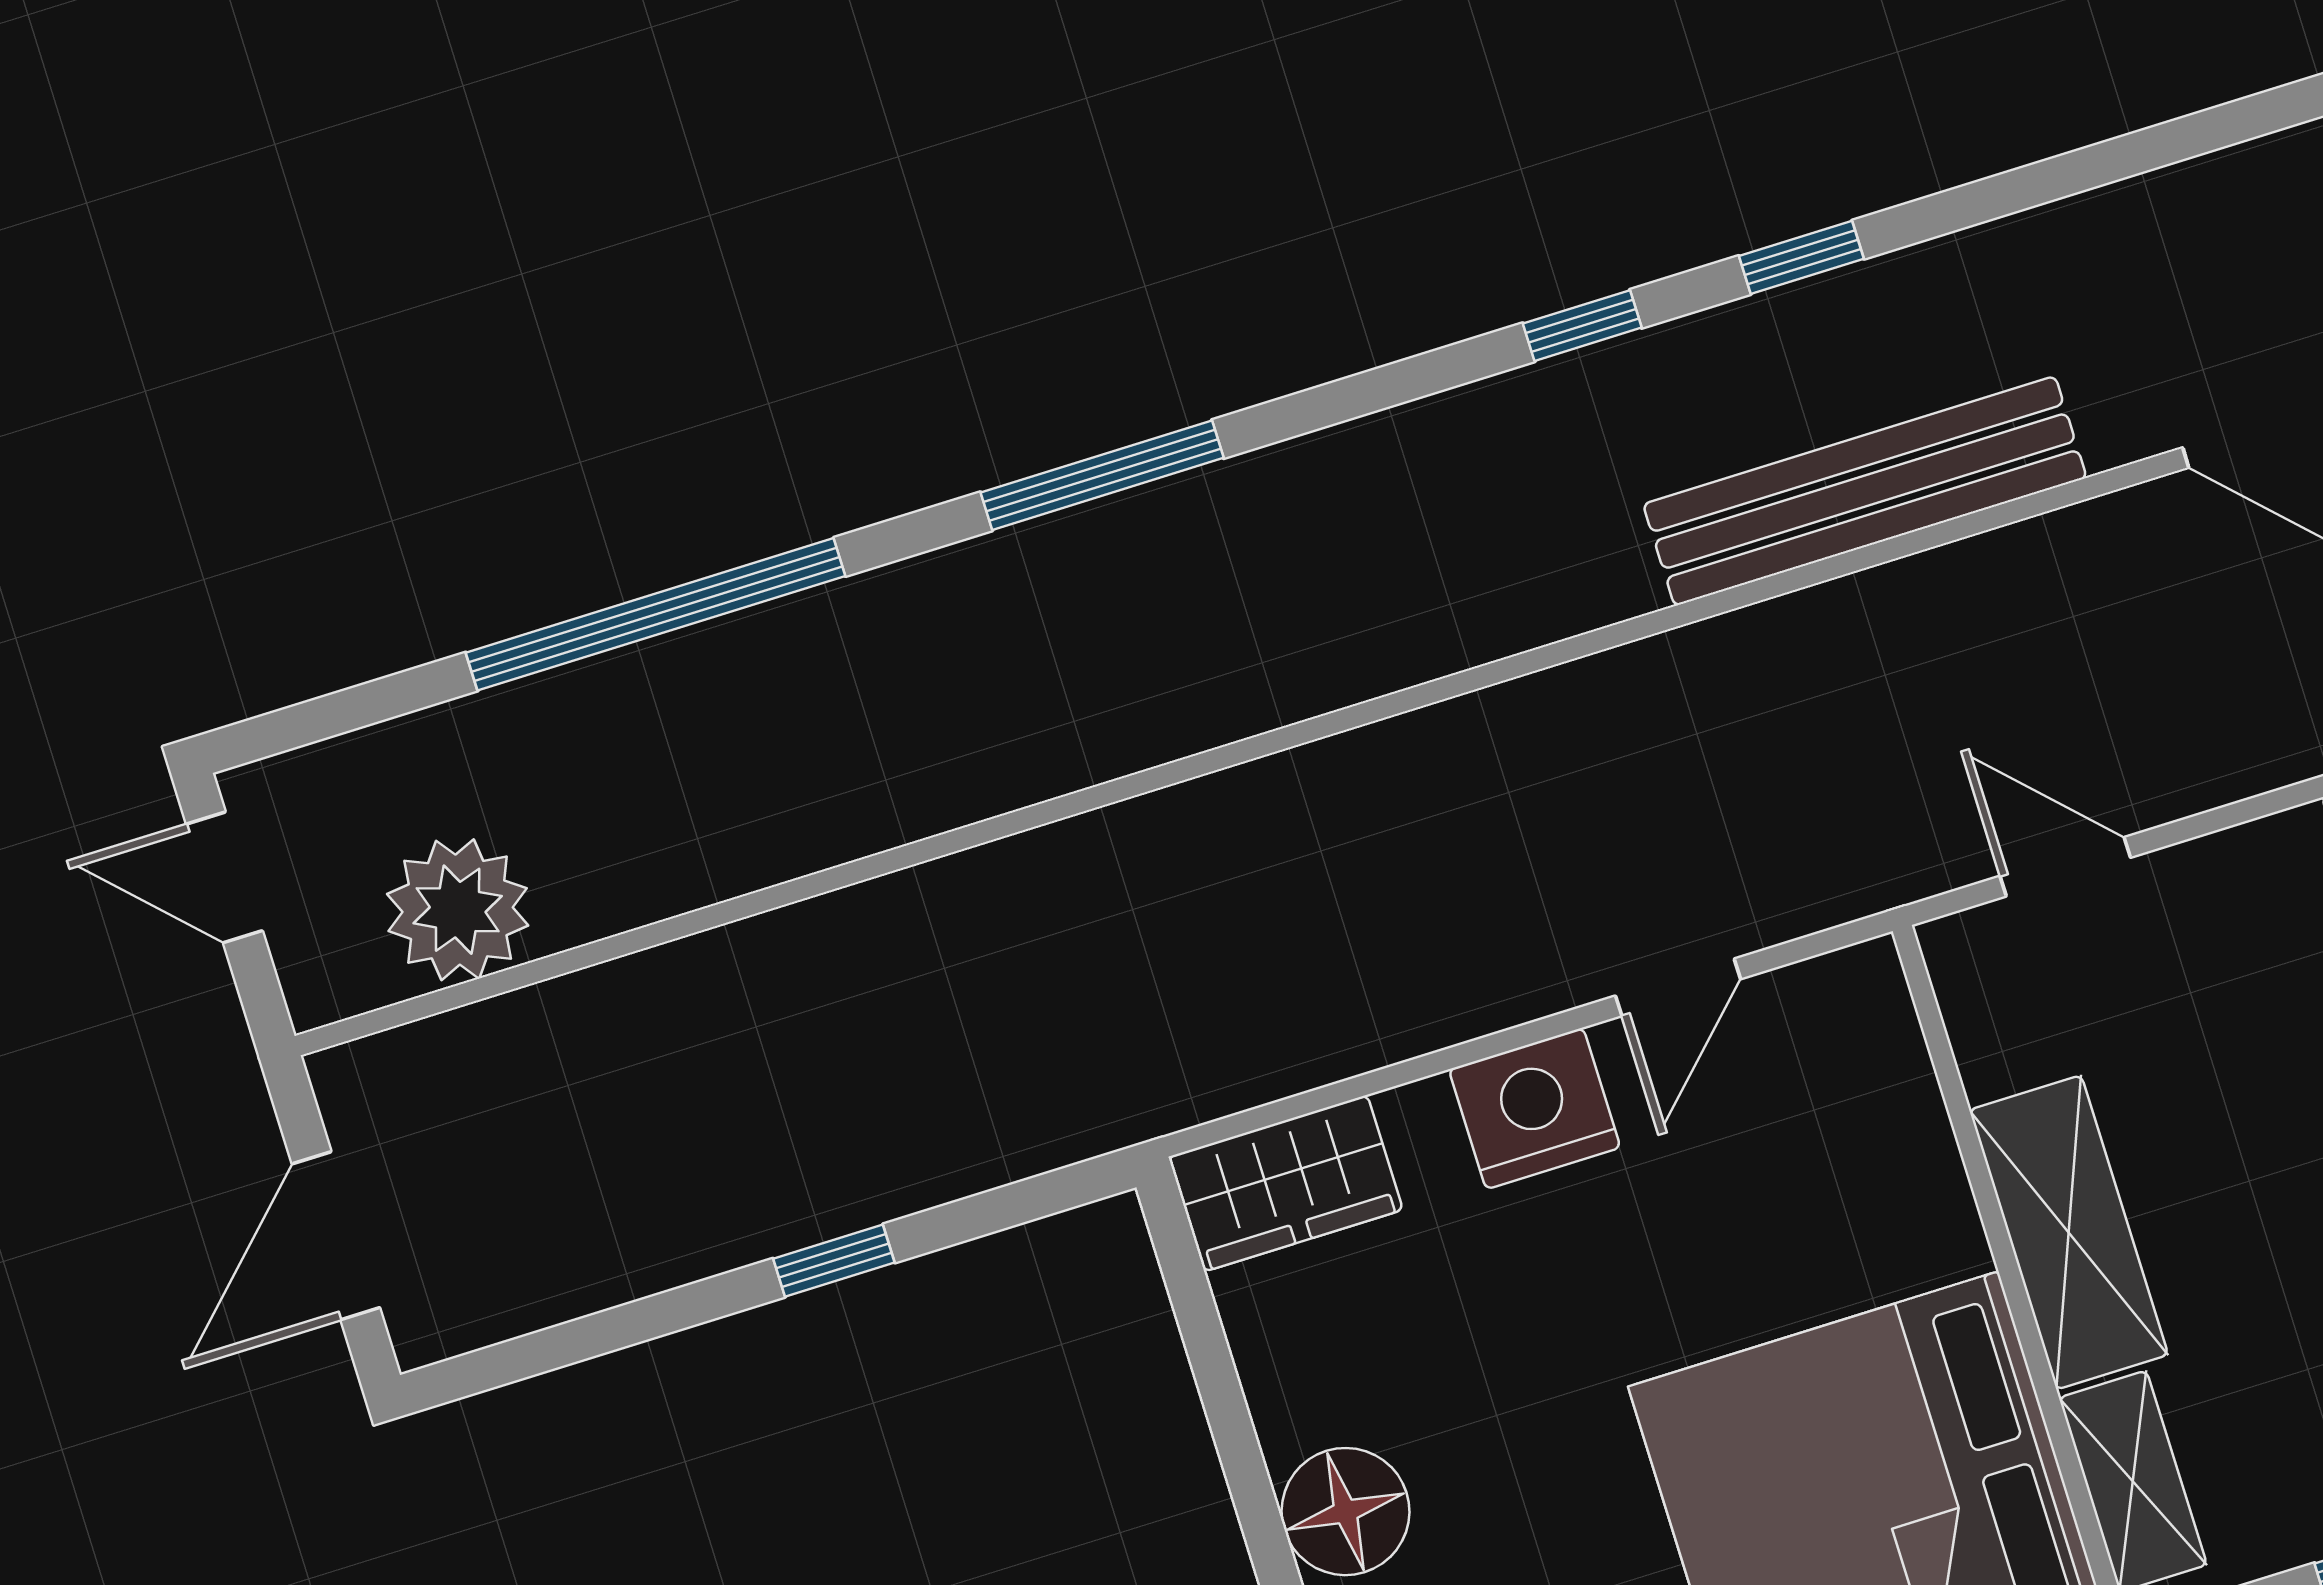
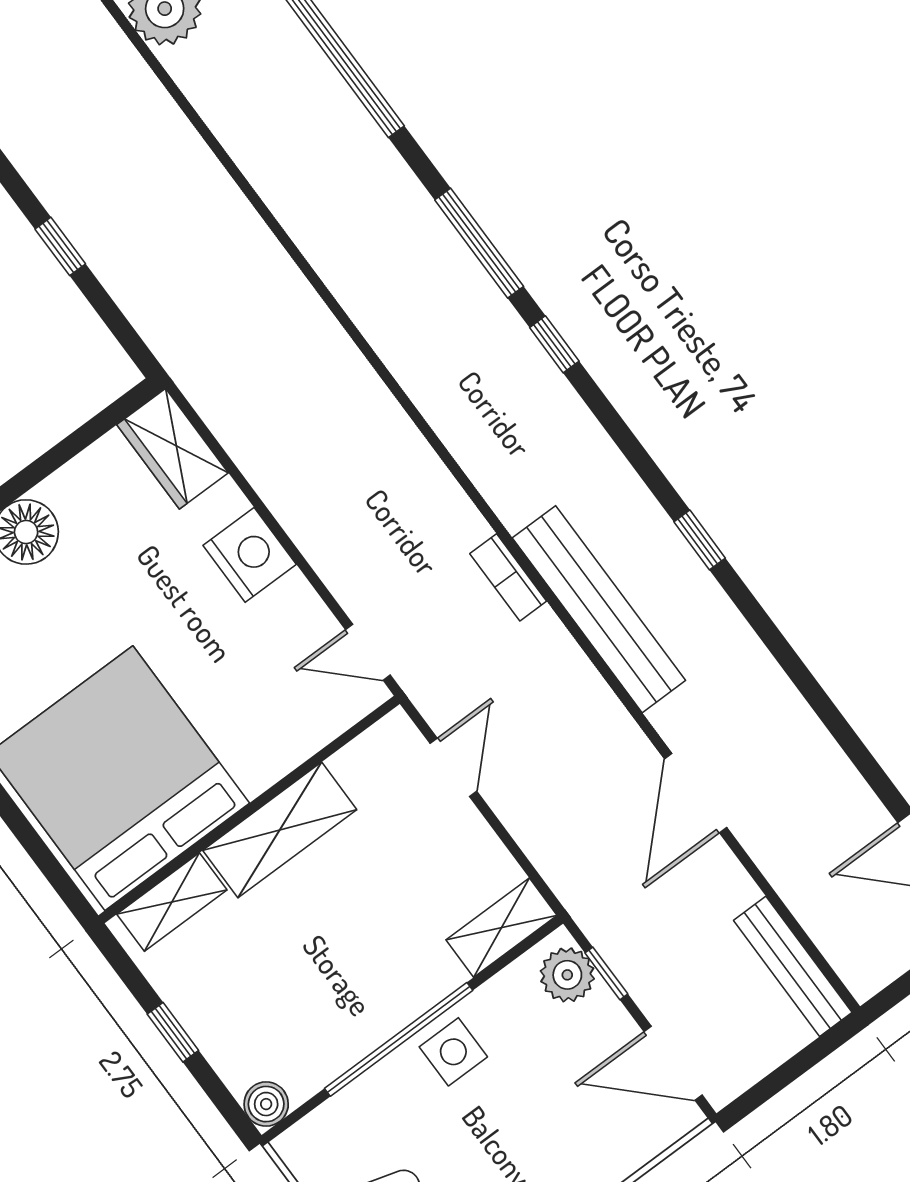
window: (1582, 326) -> (554, 344), moved
bookcase: (1746, 640) -> (508, 577), added
door: (1678, 987) -> (368, 652), moved

